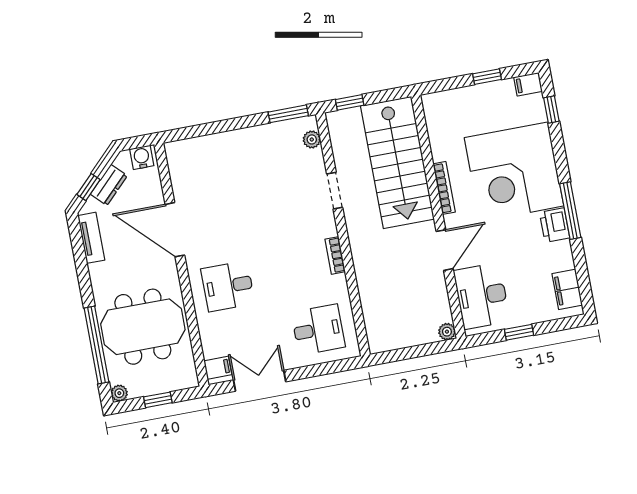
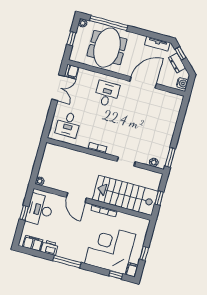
window: (350, 102) -> (159, 198), moved
corner desk: (514, 172) -> (110, 249), moved
printer: (555, 225) -> (50, 248), moved
desk: (482, 296) -> (40, 210), moved, turned -90

